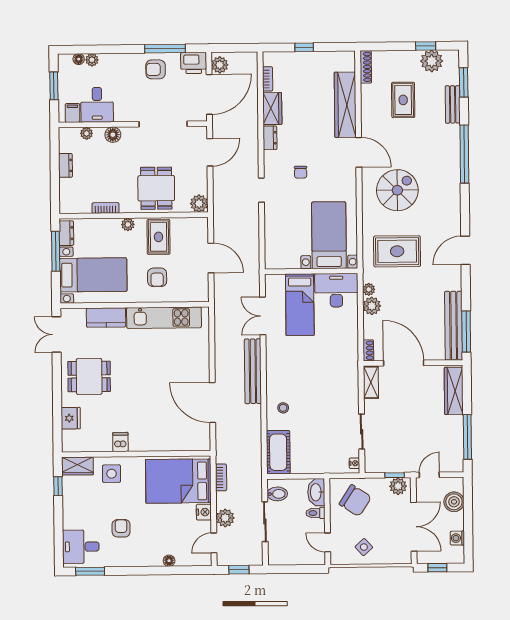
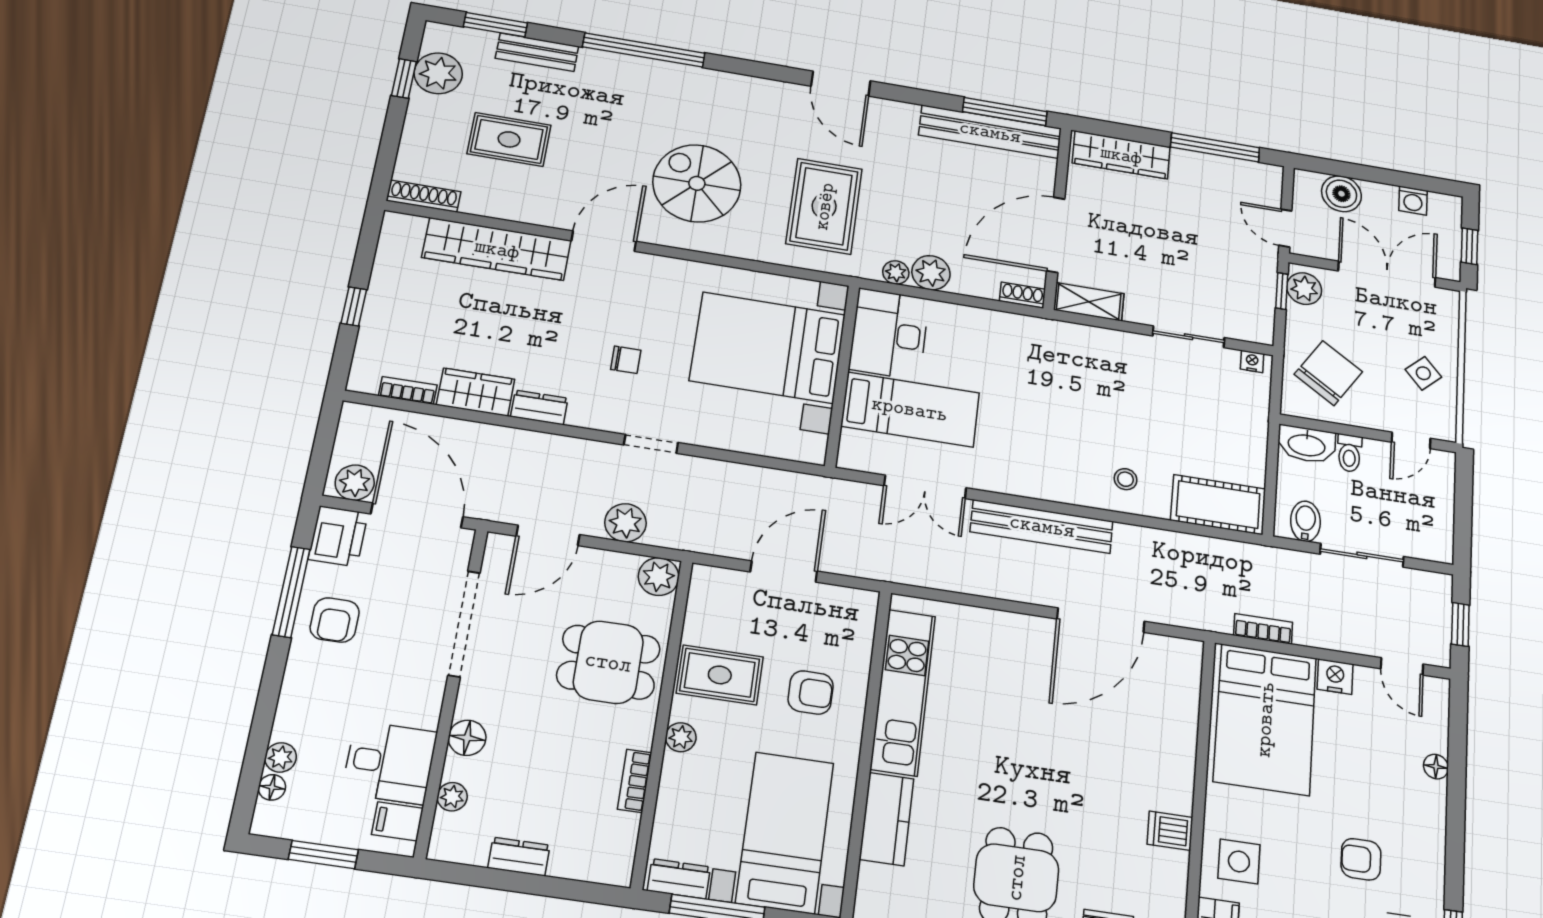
door: (210, 152) -> (548, 535), swing flipped
bed with nightstands: (329, 235) -> (768, 348), width x1.36
plant: (225, 518) -> (625, 523), moved

